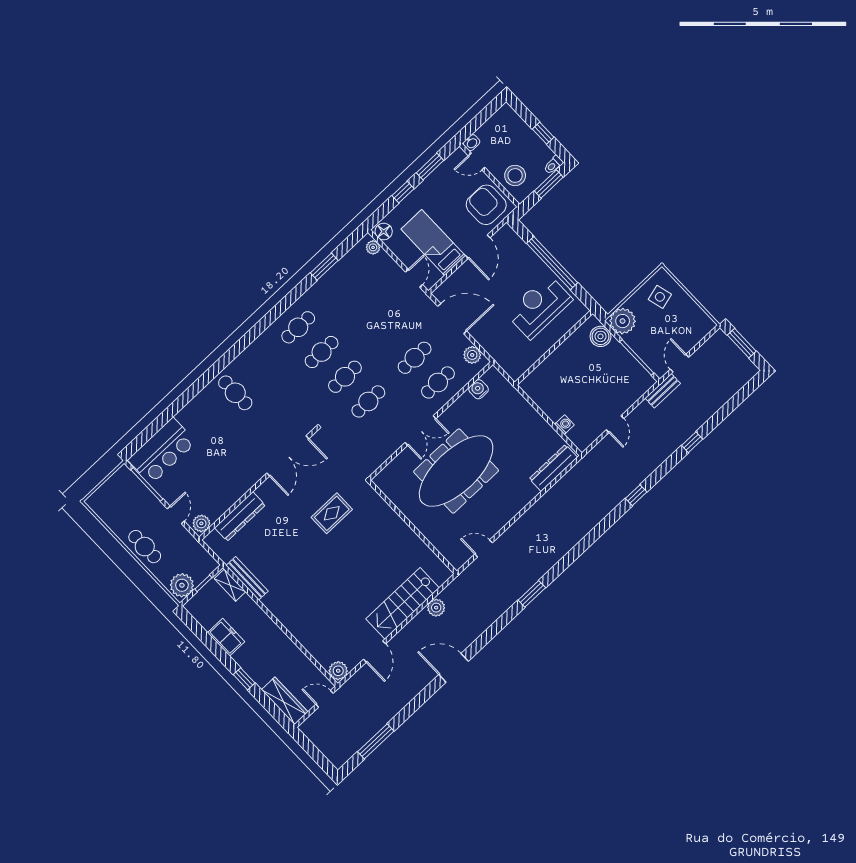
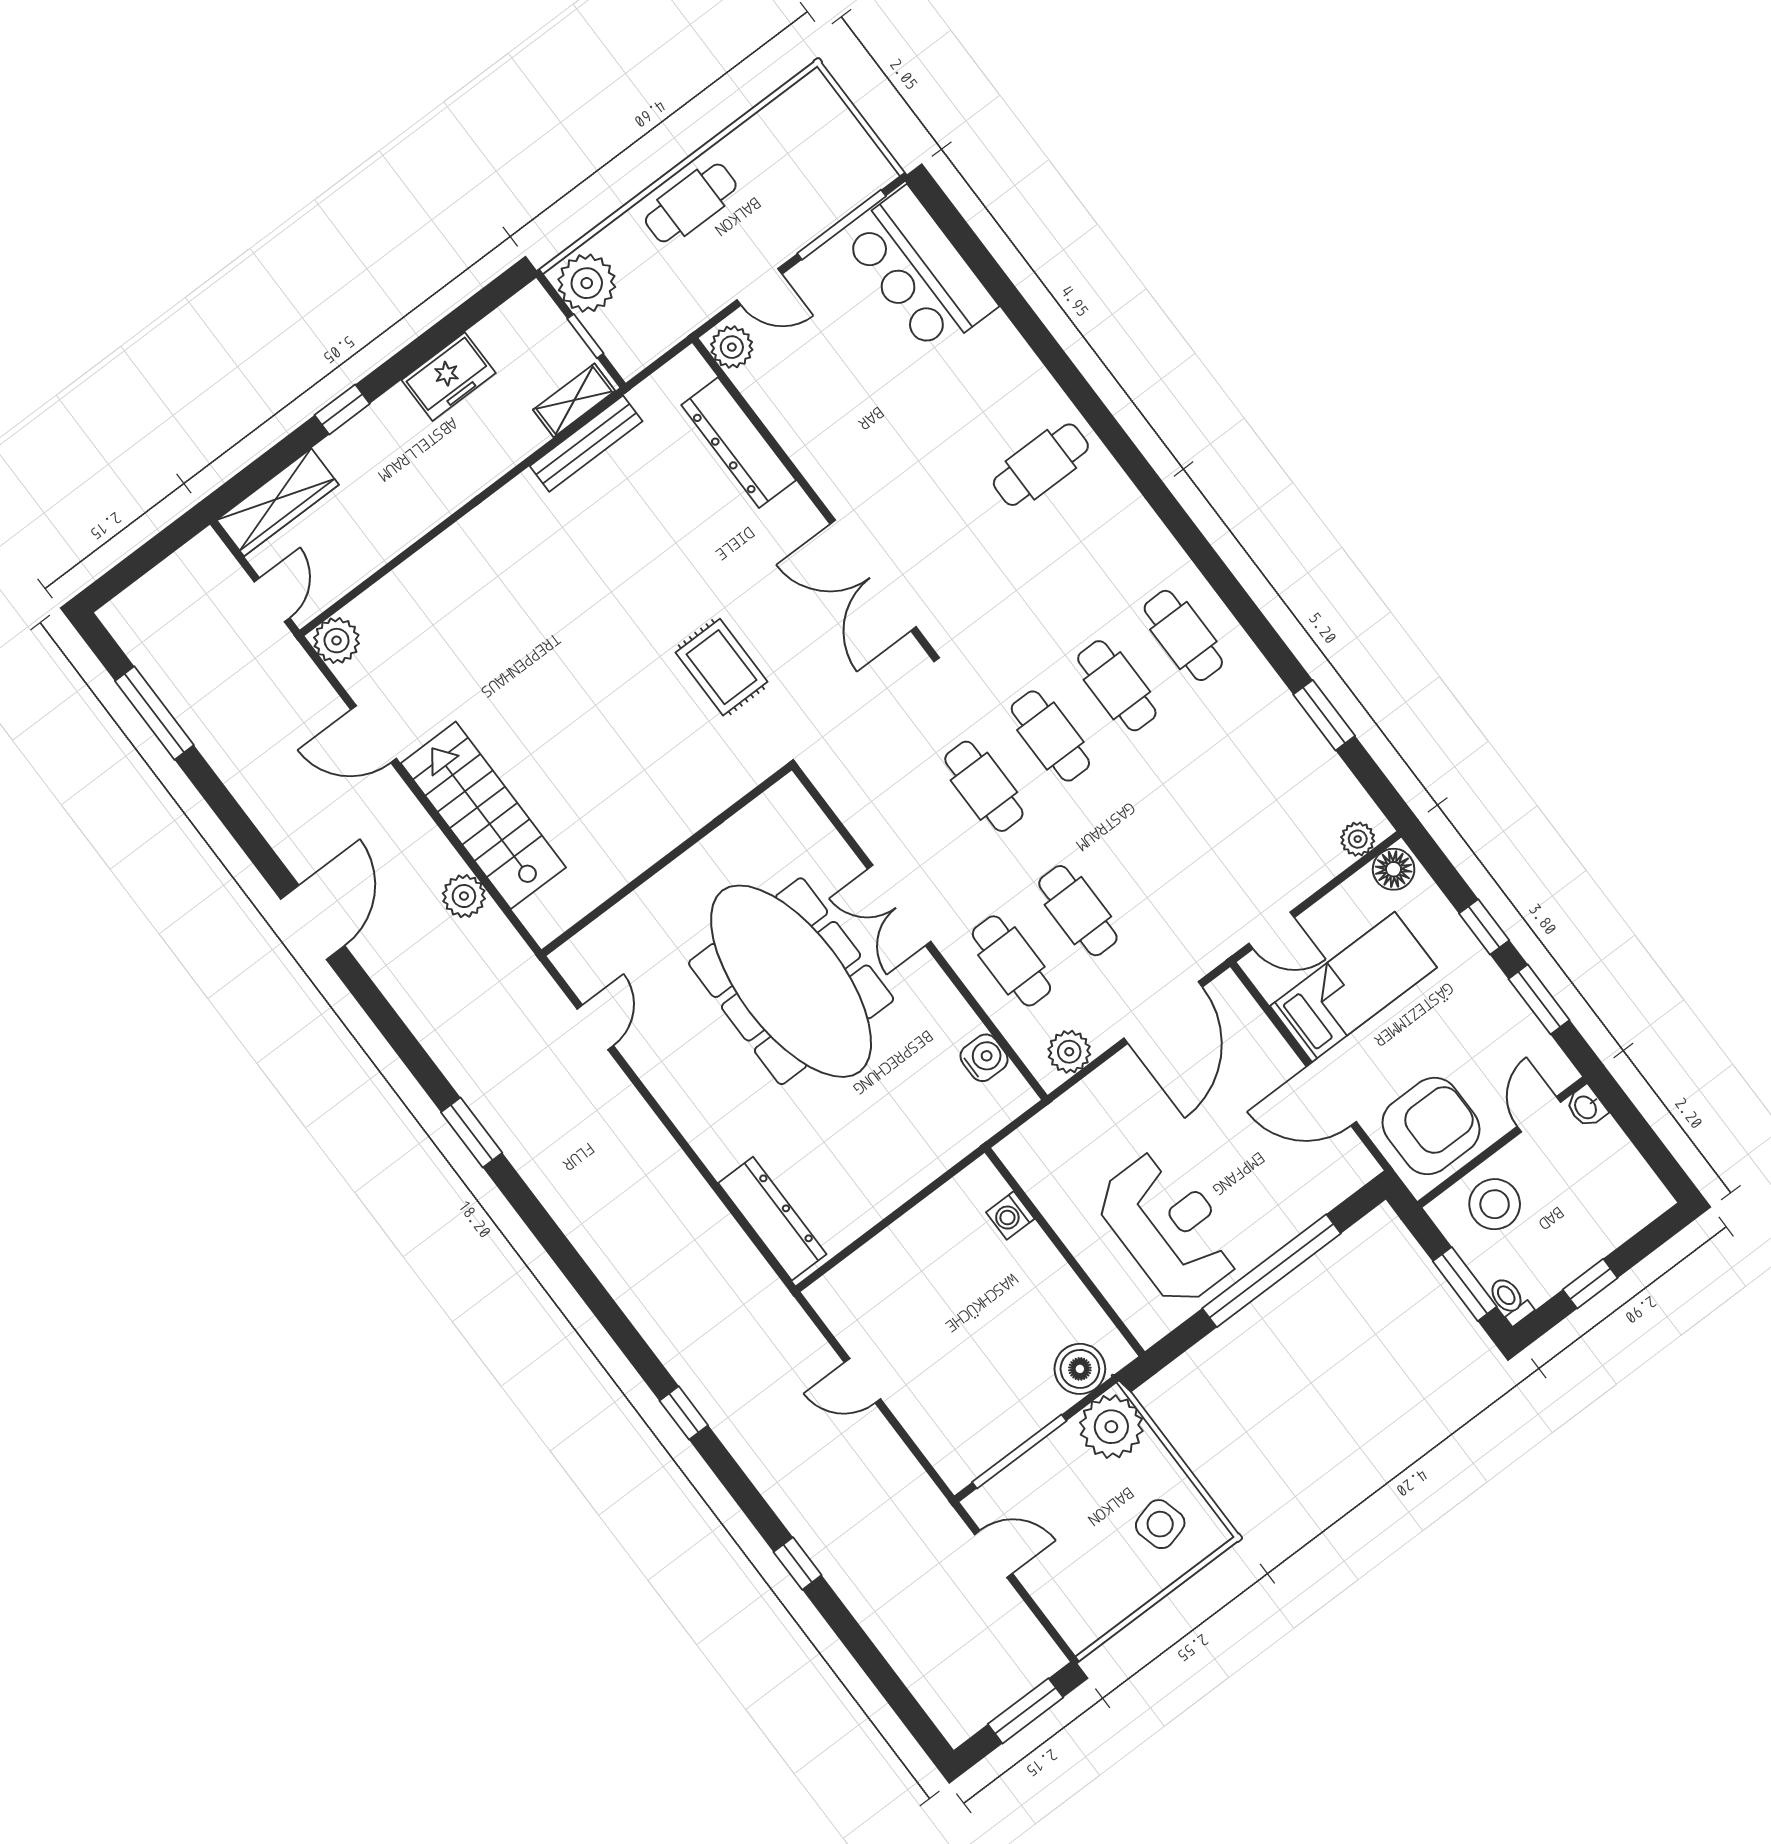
bench: (663, 391) -> (931, 1506), removed
washing machine: (564, 425) -> (1010, 1215), moved, turned 90

